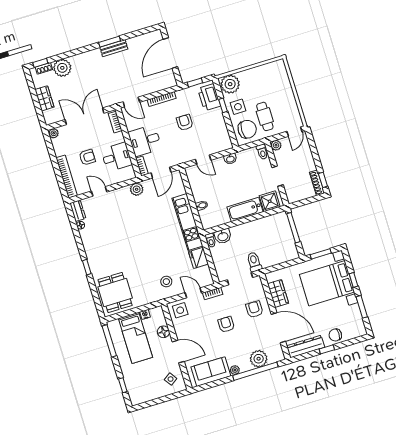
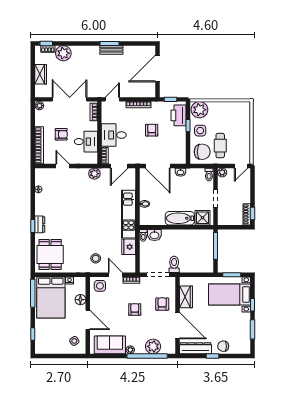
door: (131, 102) -> (112, 99), swing flipped
door: (203, 160) -> (158, 166), width x1.88
dresser: (78, 211) -> (40, 224), moved
bed with nightstands: (327, 283) -> (230, 294), width x0.73
bed: (135, 338) -> (51, 298), width x1.50

